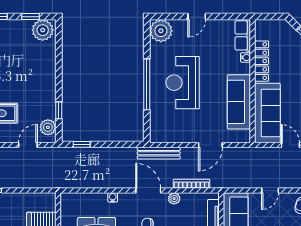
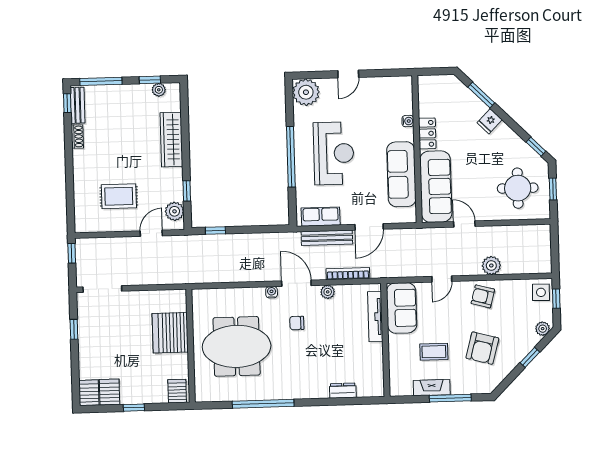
plant: (43, 30) -> (159, 90), width x0.53, depth x0.53
row of seats: (243, 35) -> (321, 217), moved, turned 90
locker: (262, 61) -> (427, 133), width x0.66
wardrobe: (47, 67) -> (171, 140), added
reception desk: (183, 83) -> (334, 153), turned 180
bench: (159, 153) -> (327, 238), moved
water cooler: (113, 197) -> (272, 292), moved

